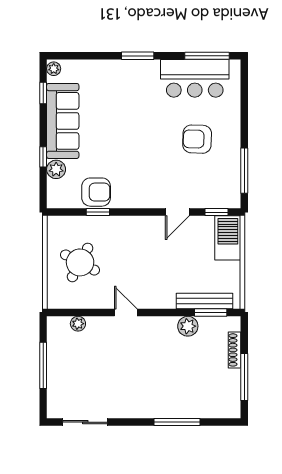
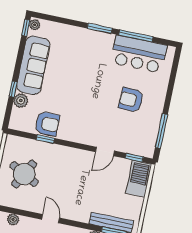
window: (207, 56) -> (136, 36), moved
window: (43, 93) -> (26, 28), moved

